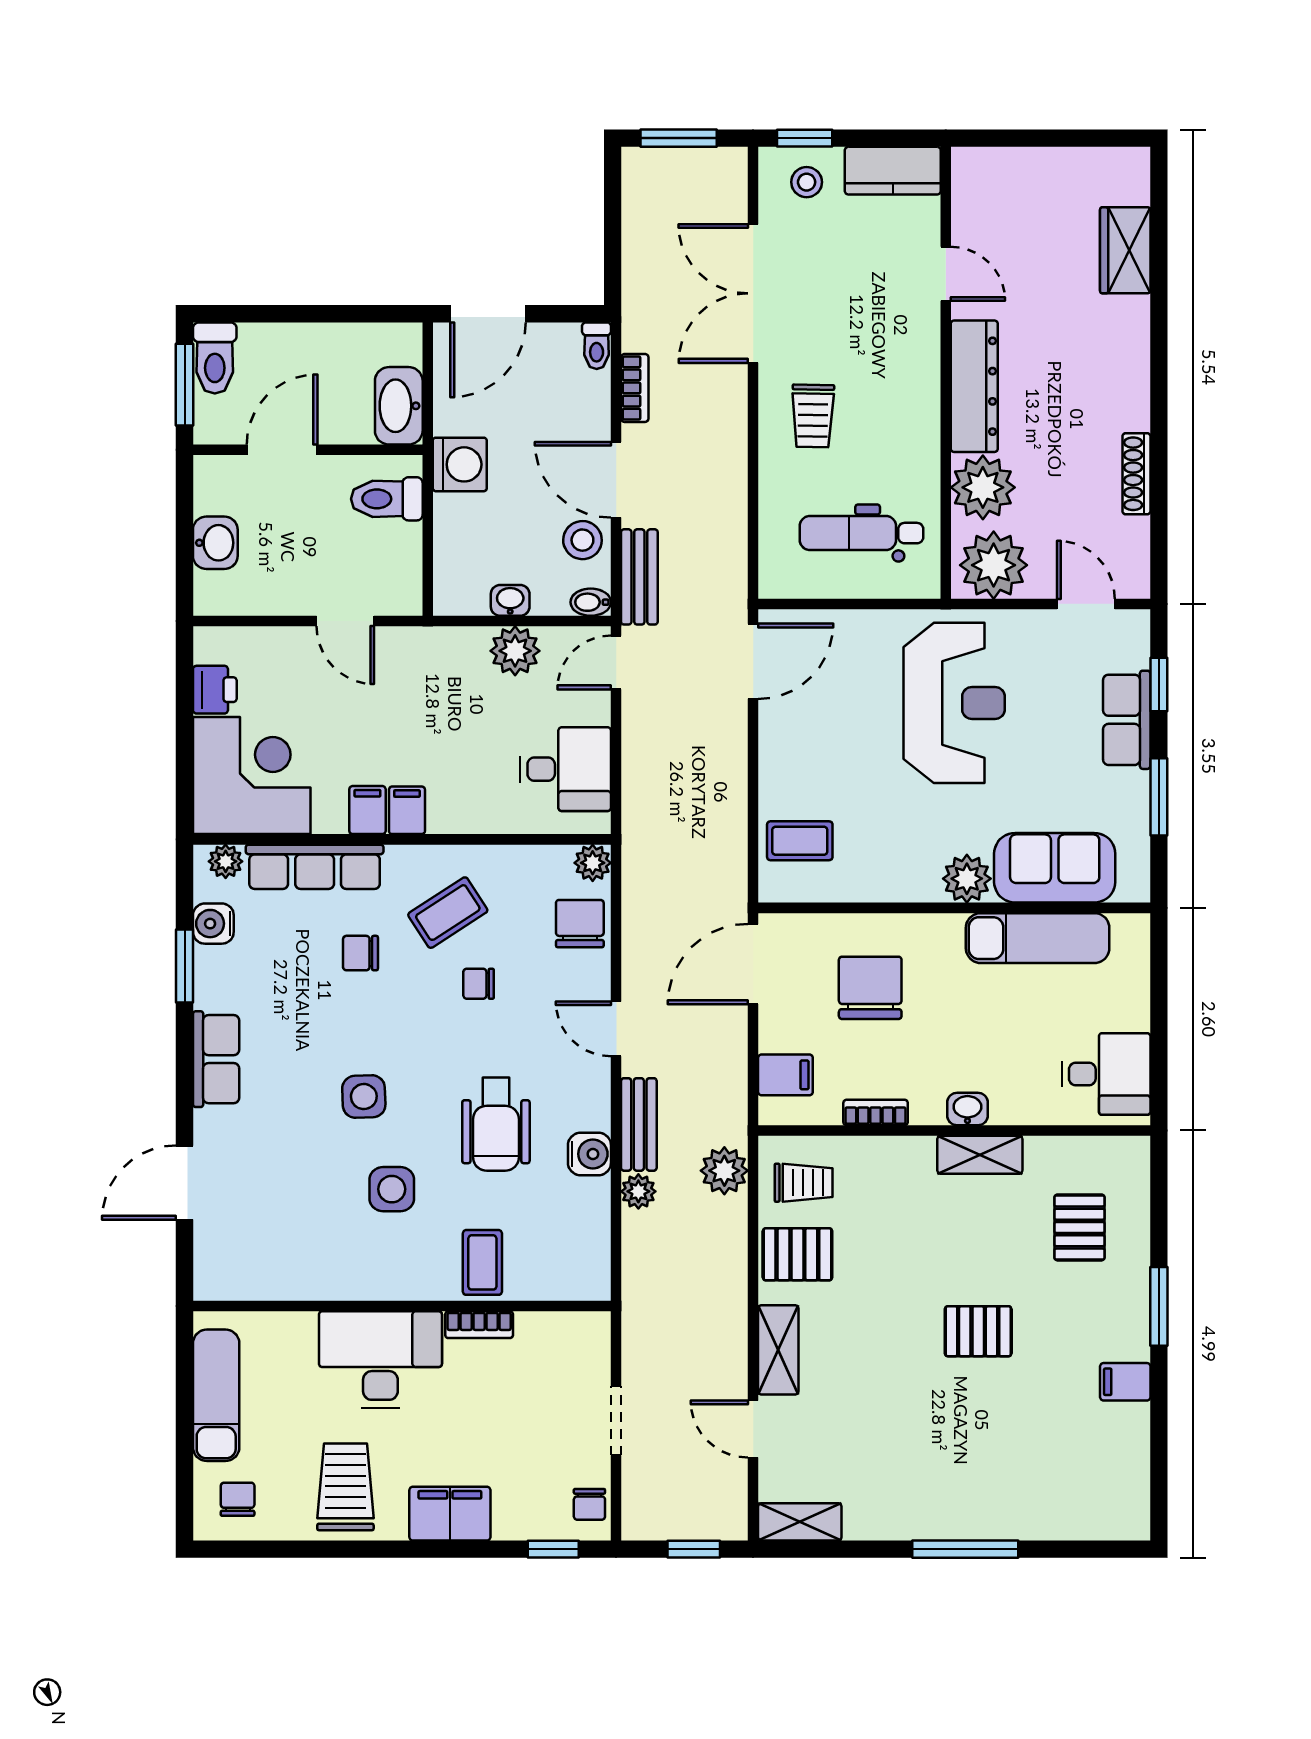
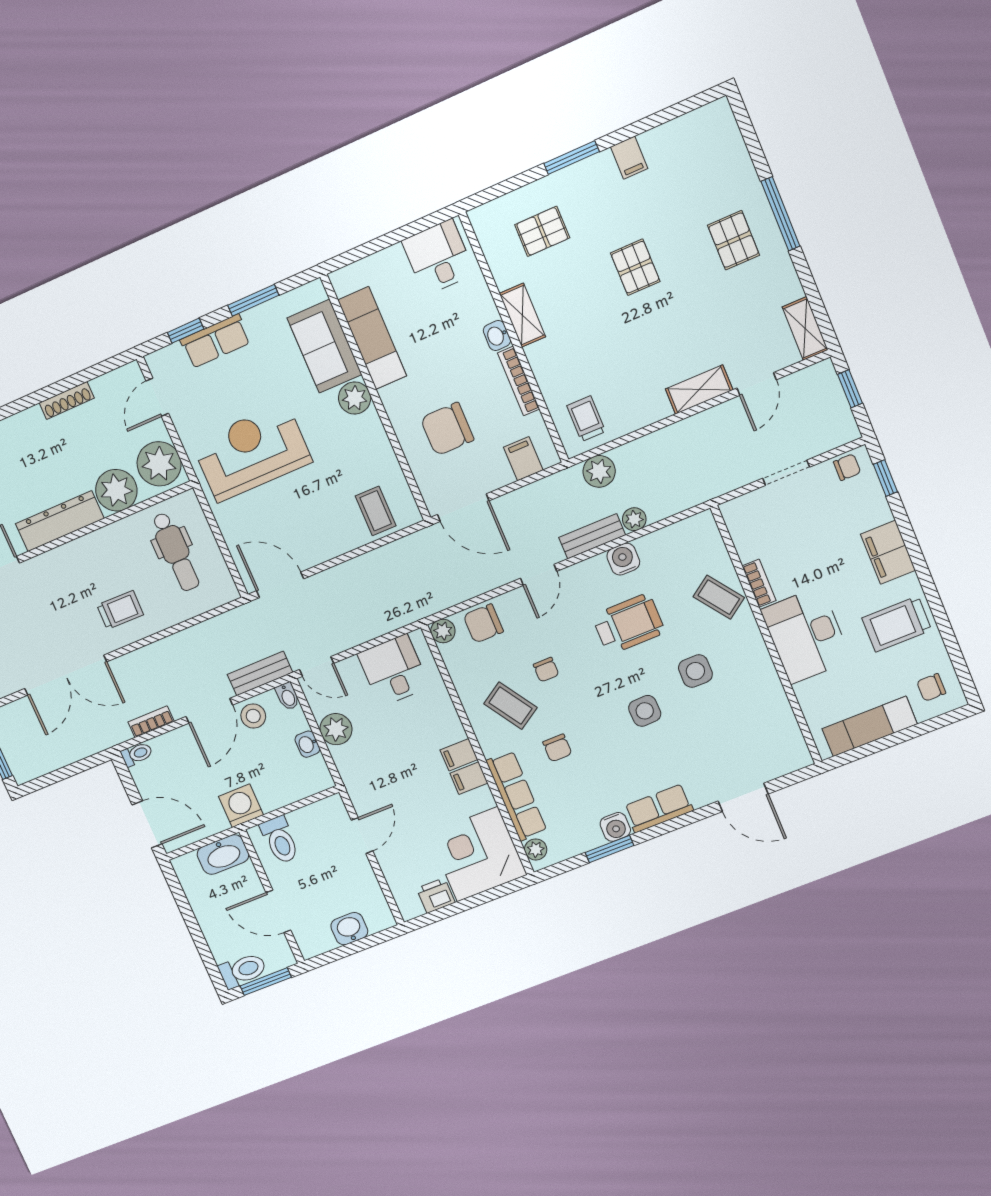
water cooler: (213, 924) -> (615, 827), moved
bookcase: (876, 1112) -> (519, 381), width x1.56
pallet: (797, 1254) -> (734, 240), moved
coffee table: (482, 1262) -> (719, 597), turned 54

